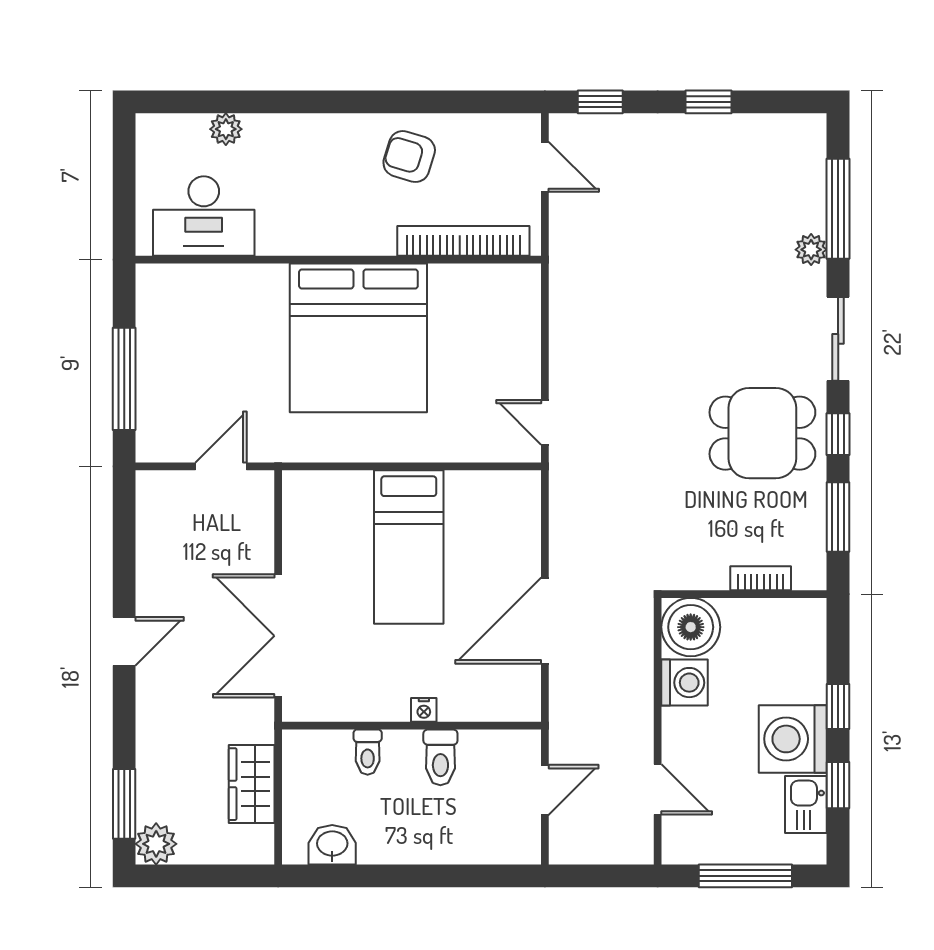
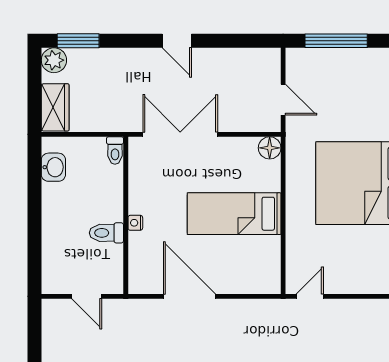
floor lamp: (300, 489) -> (270, 148), added
toilet: (368, 752) -> (115, 150), moved, turned -90
wardrobe: (252, 784) -> (55, 107), moved, turned 90

